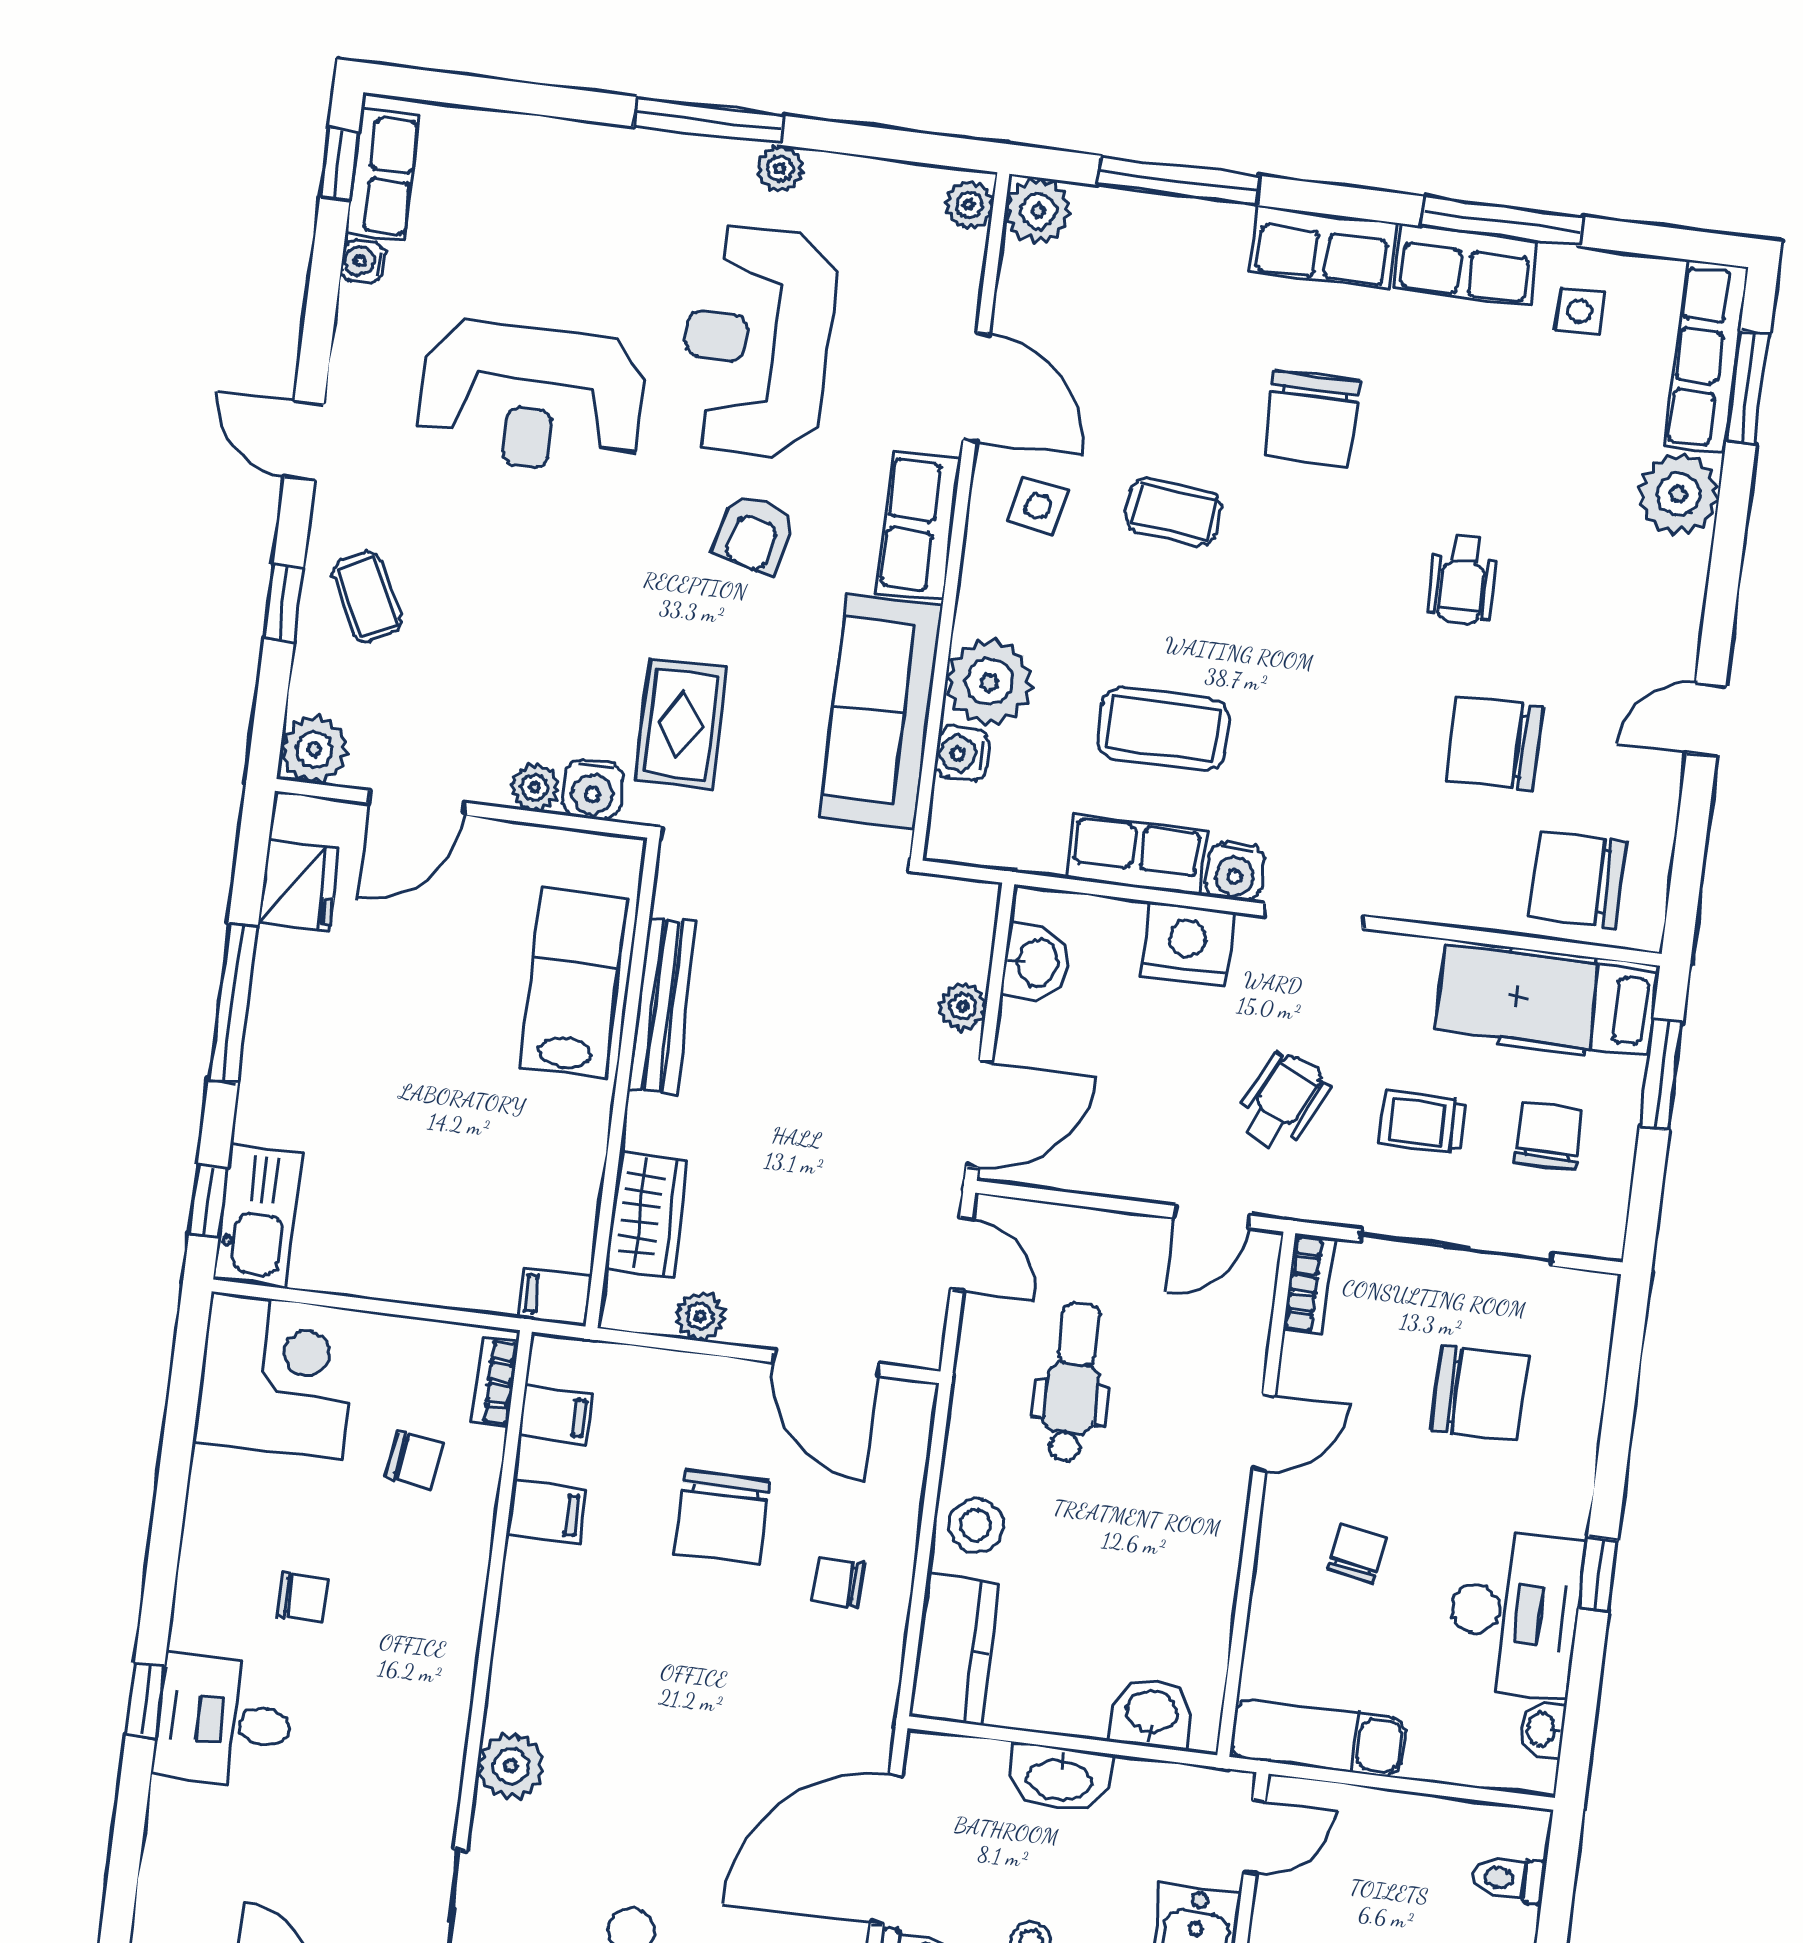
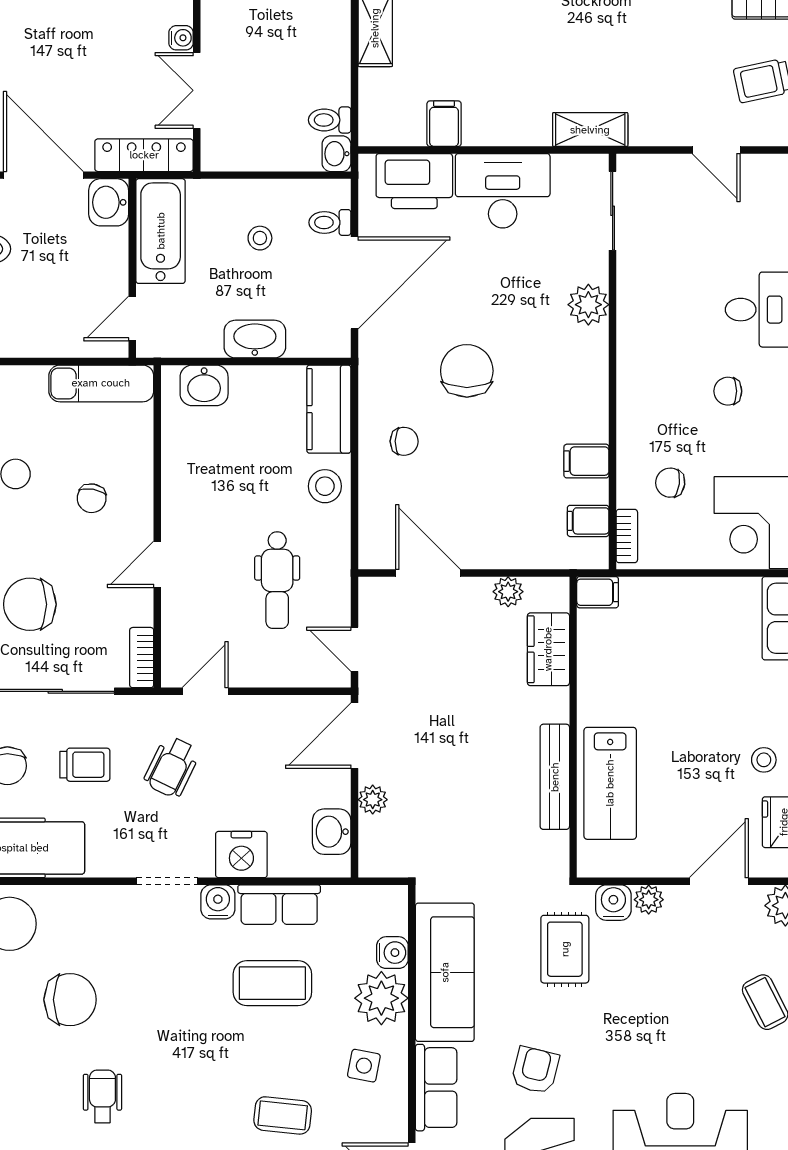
side table: (1038, 506) -> (364, 1066), moved
stool: (319, 991) -> (764, 760), added
chair: (722, 1517) -> (467, 371), moved

